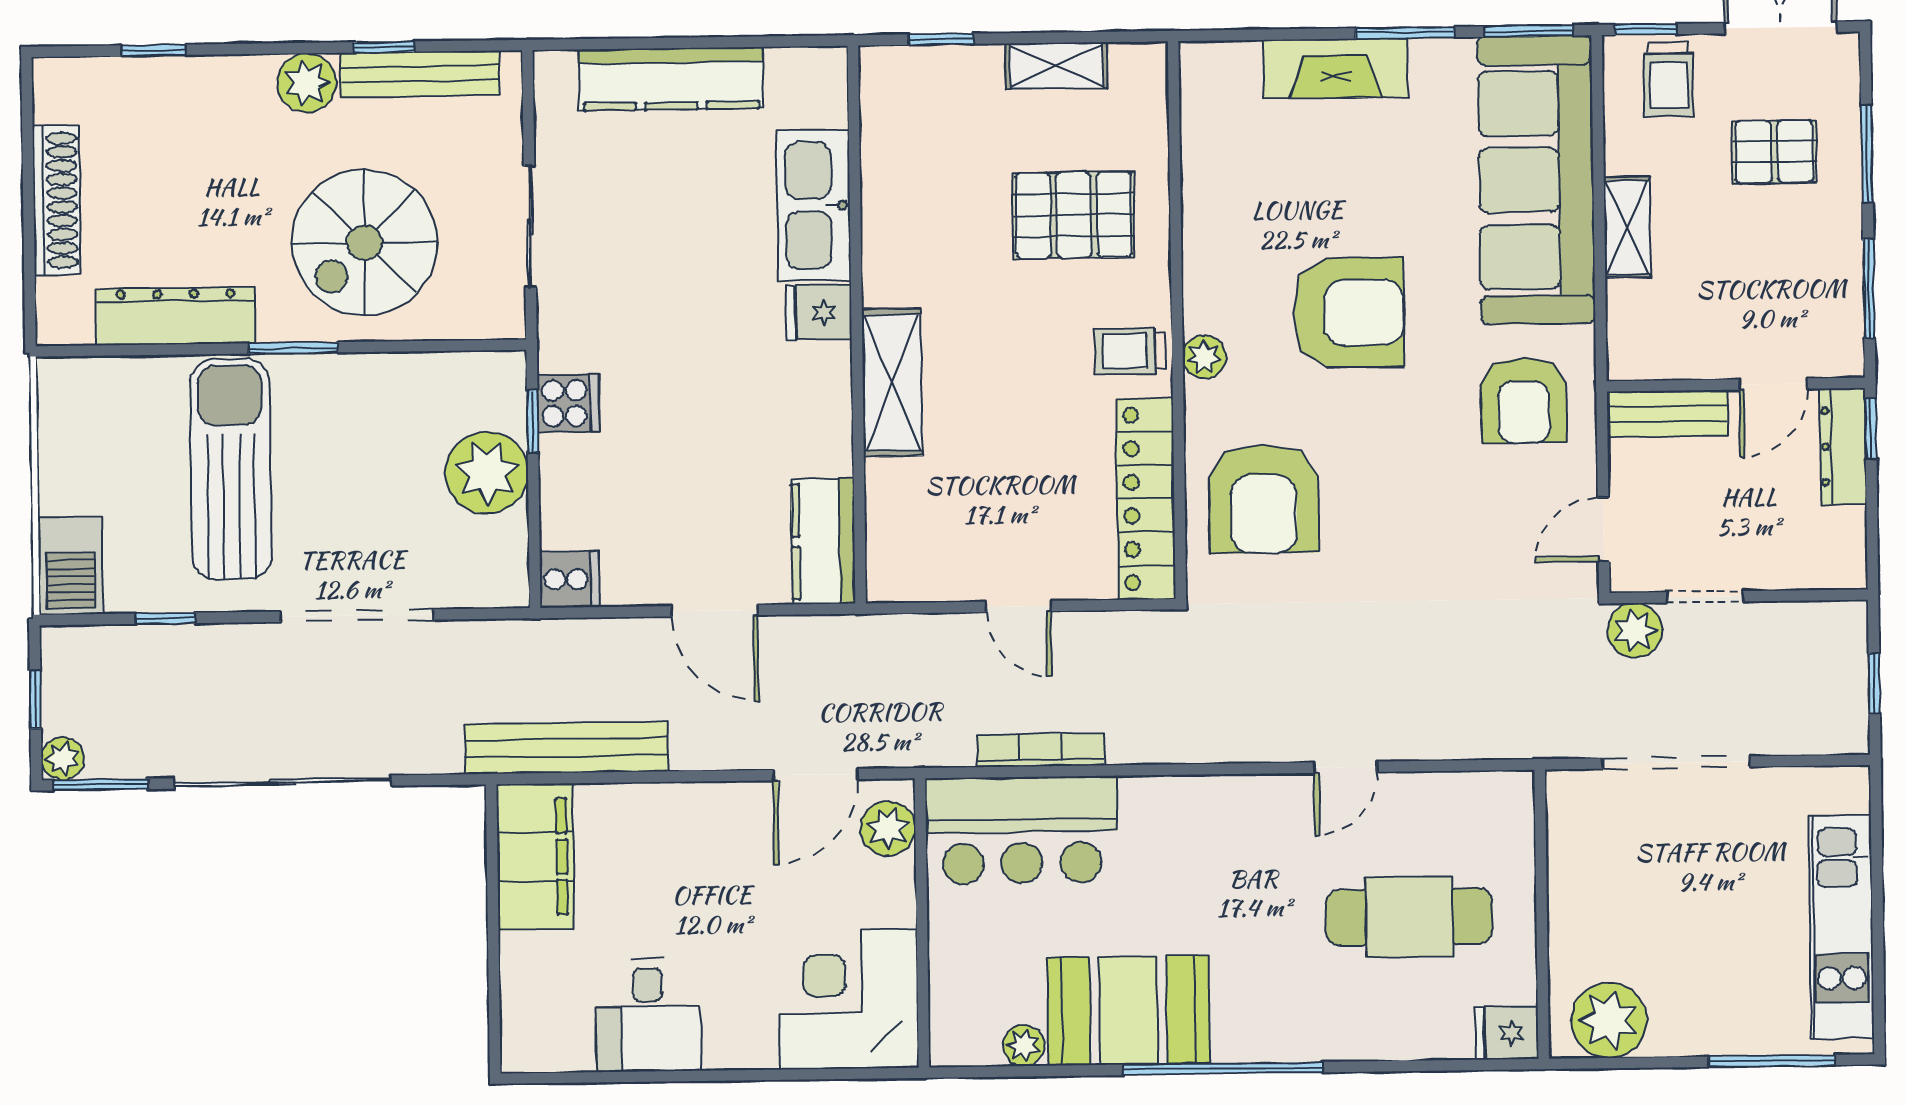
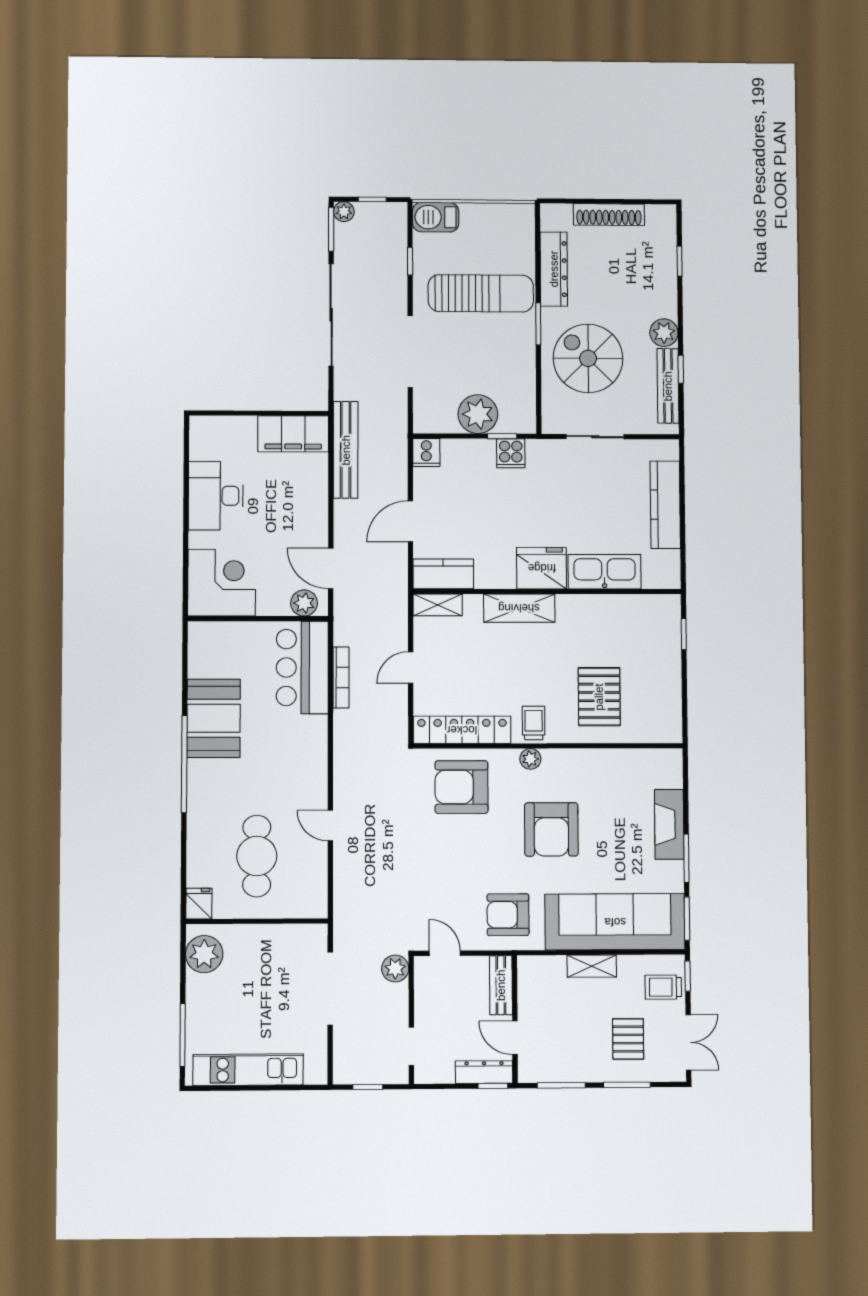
shelving: (1056, 66) -> (438, 605), moved, turned 90
fridge: (819, 312) -> (542, 568), width x1.88, depth x1.34
doorway: (1705, 597) -> (411, 1046), moved
desk: (648, 1015) -> (216, 496), width x1.37
plant: (1024, 1046) -> (197, 667), removed

